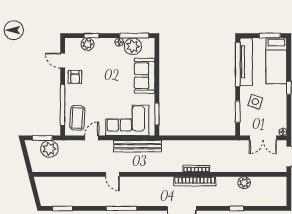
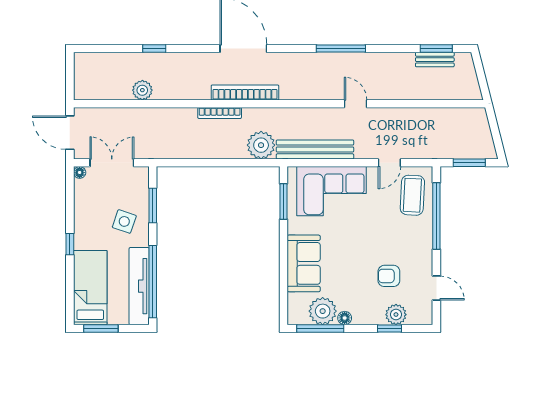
armchair: (75, 77) -> (389, 276), moved, turned -90
plant: (49, 149) -> (261, 145), moved
bookcase: (195, 181) -> (245, 92), moved
bench: (64, 202) -> (435, 60), added

